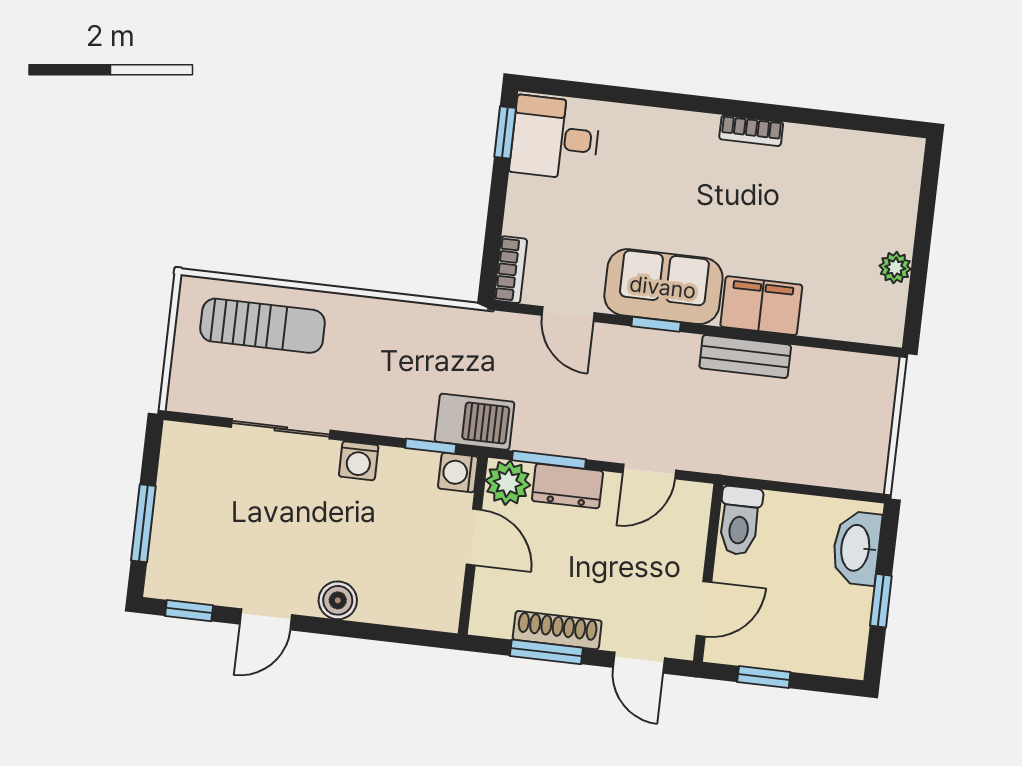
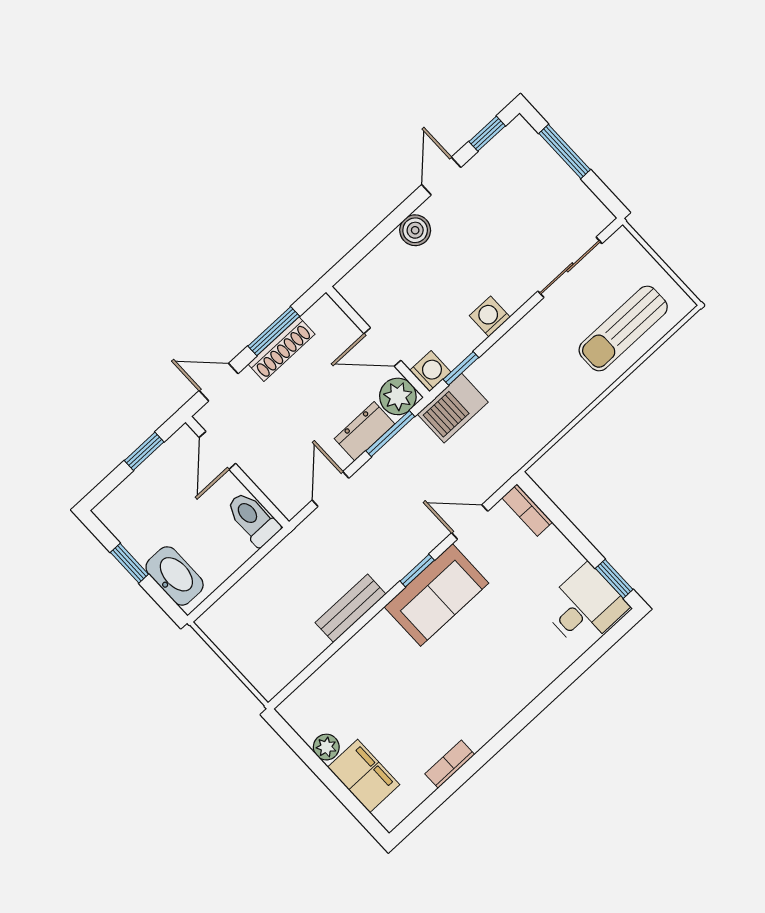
bookcase: (751, 131) -> (450, 764), moved
filing cabinet: (761, 306) -> (364, 776), moved, turned -90
sliding door: (281, 429) -> (570, 267), moved

